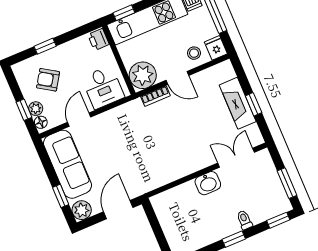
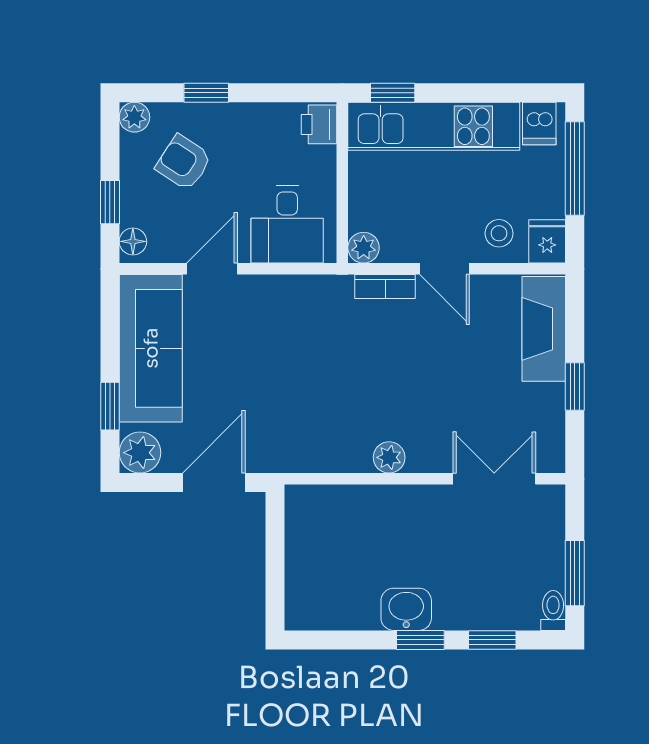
plant: (143, 75) -> (364, 248), width x0.53, depth x0.53
fireplace: (238, 103) -> (544, 329), moved
plant: (36, 109) -> (134, 117), moved
plant: (188, 168) -> (389, 457), added
washbasin: (208, 183) -> (406, 609), moved, turned 180
toilet: (244, 220) -> (553, 611), moved
window: (278, 220) -> (492, 640), moved

